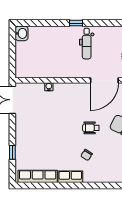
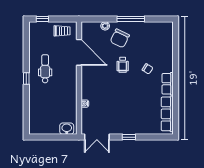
washbasin: (22, 33) -> (67, 129), moved
dental chair: (87, 44) -> (45, 69), turned -90
window: (12, 152) -> (129, 137), moved

